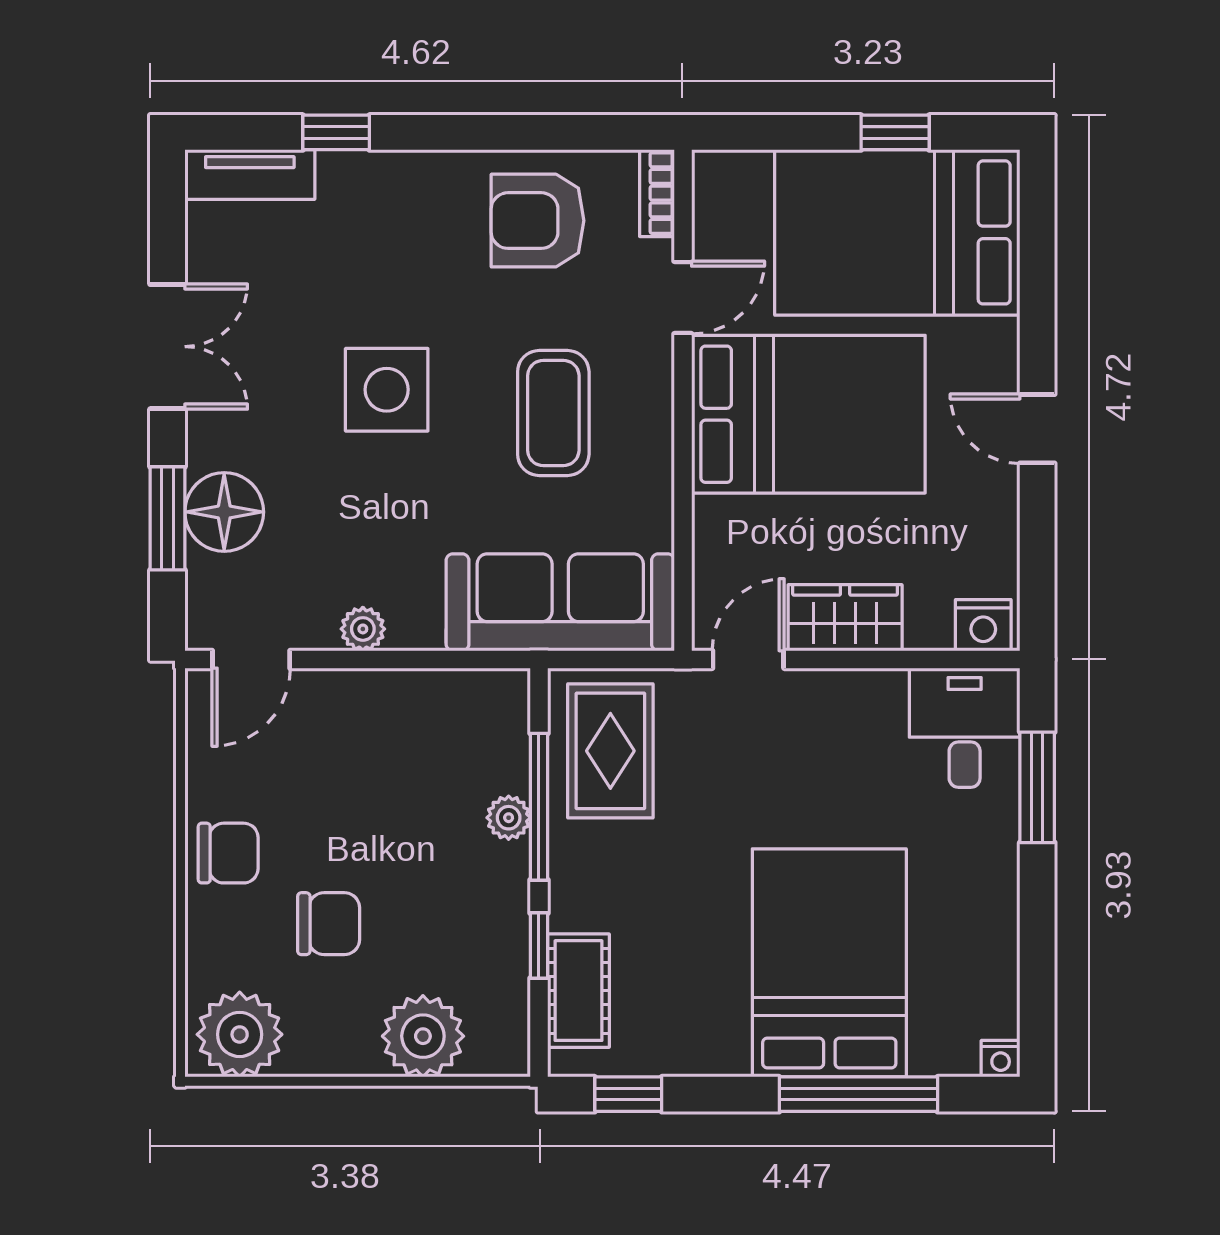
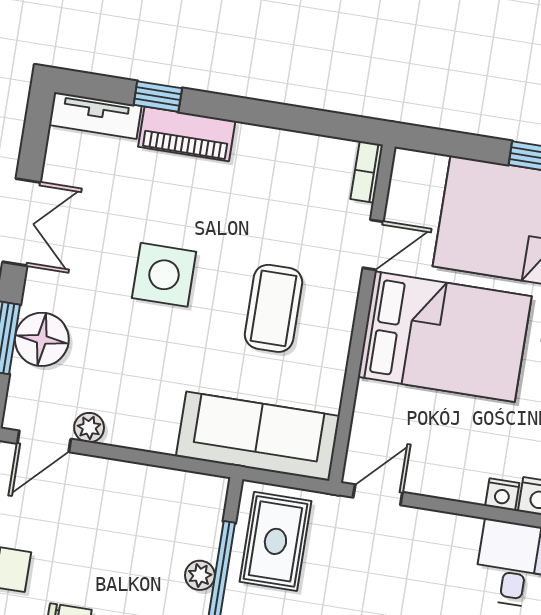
piano: (387, 180) -> (187, 134), added
armchair: (538, 221) -> (284, 177), removed
wardrobe: (845, 618) -> (447, 477), removed
plant: (363, 629) -> (89, 428), moved
nightstand: (929, 630) -> (502, 494), added

